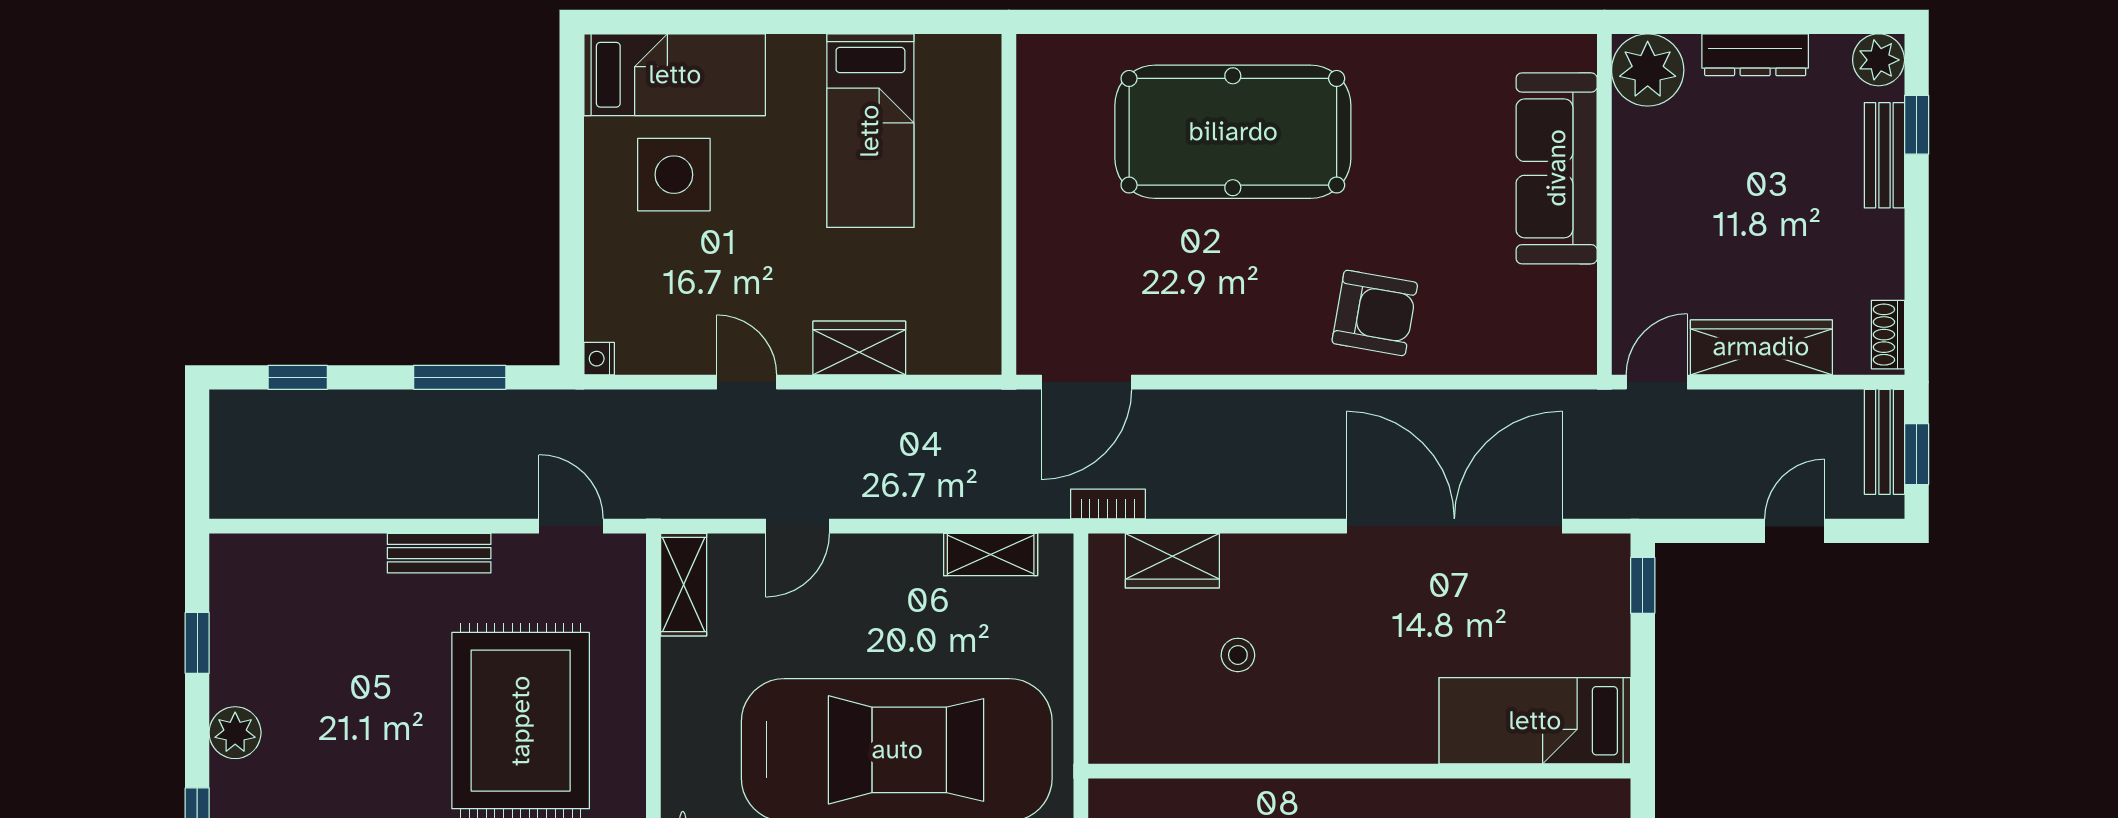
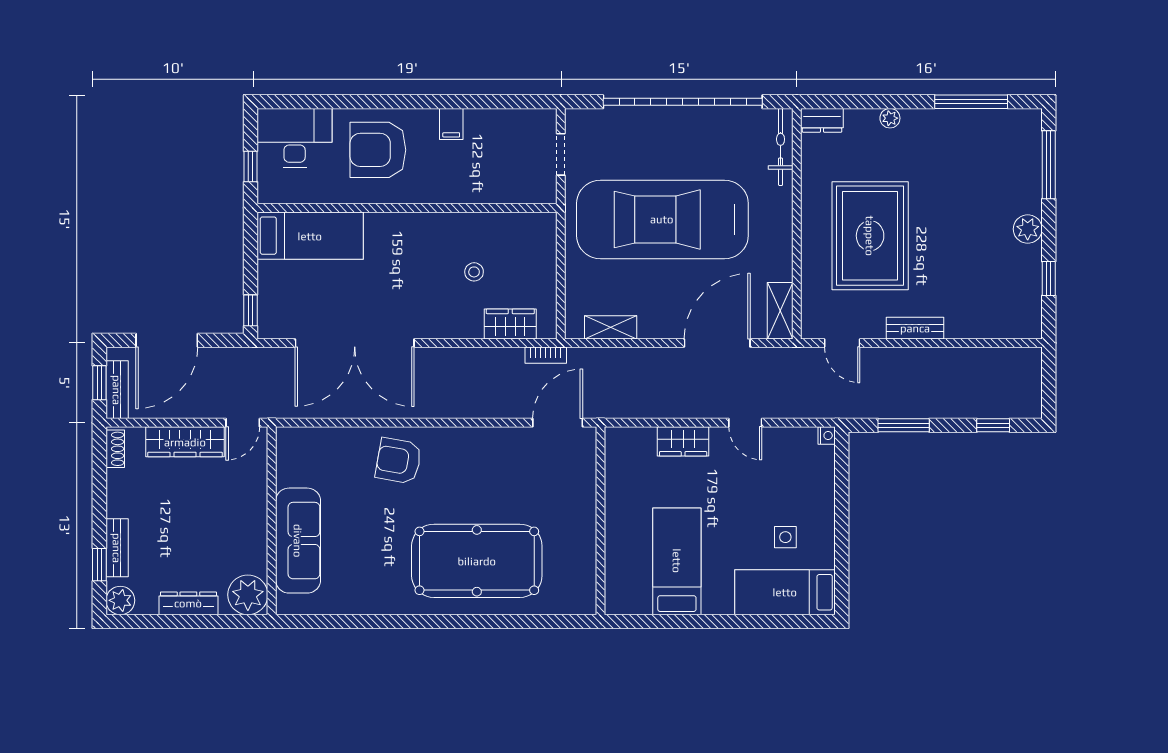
side table: (674, 175) -> (785, 537), width x0.54, depth x0.54
door: (797, 526) -> (717, 343), width x1.88
door: (1795, 531) -> (167, 340), width x1.88

